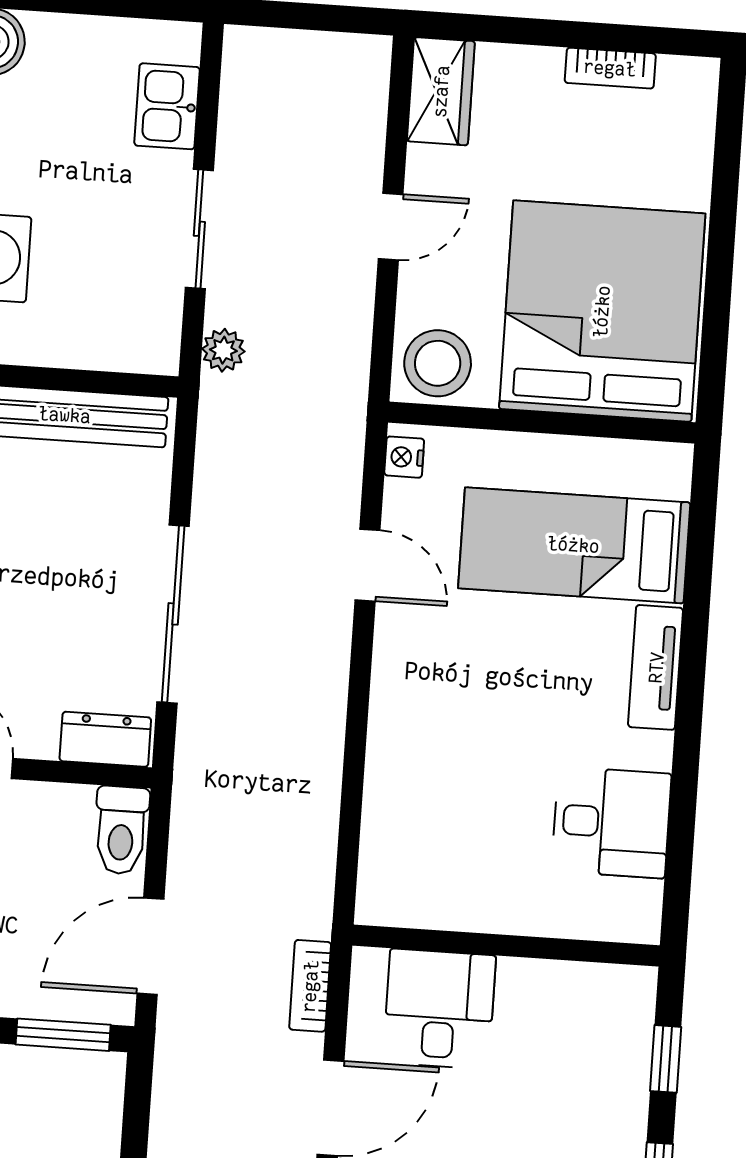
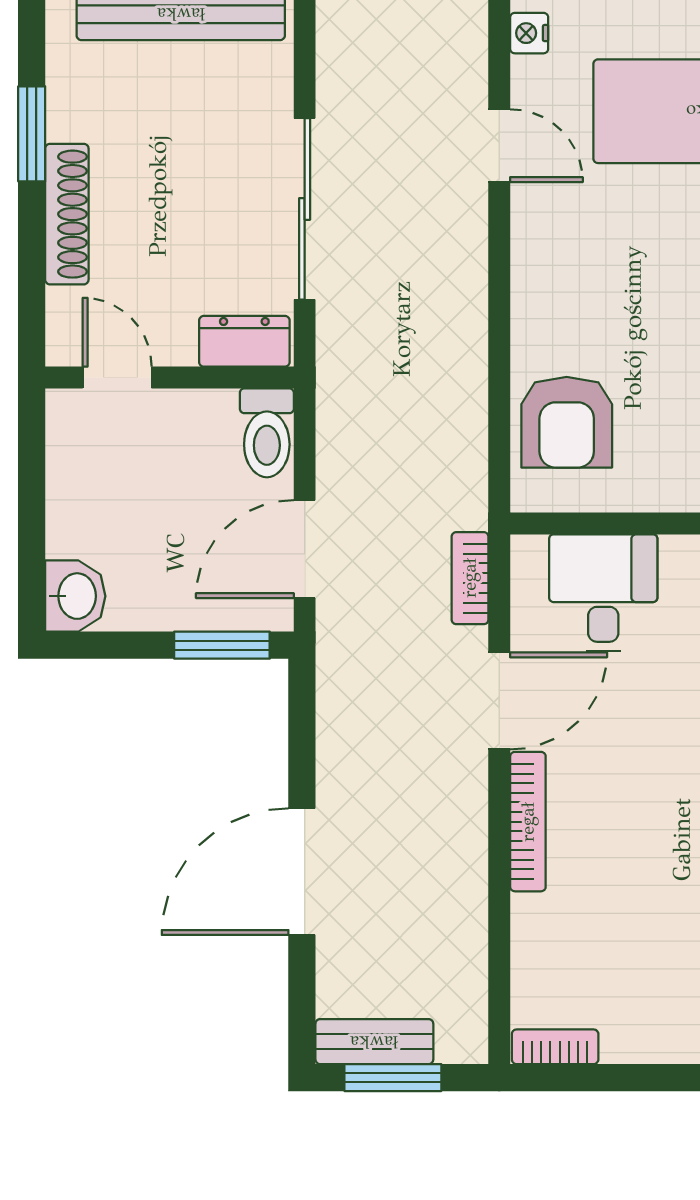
armchair: (415, 840) -> (567, 422), added

